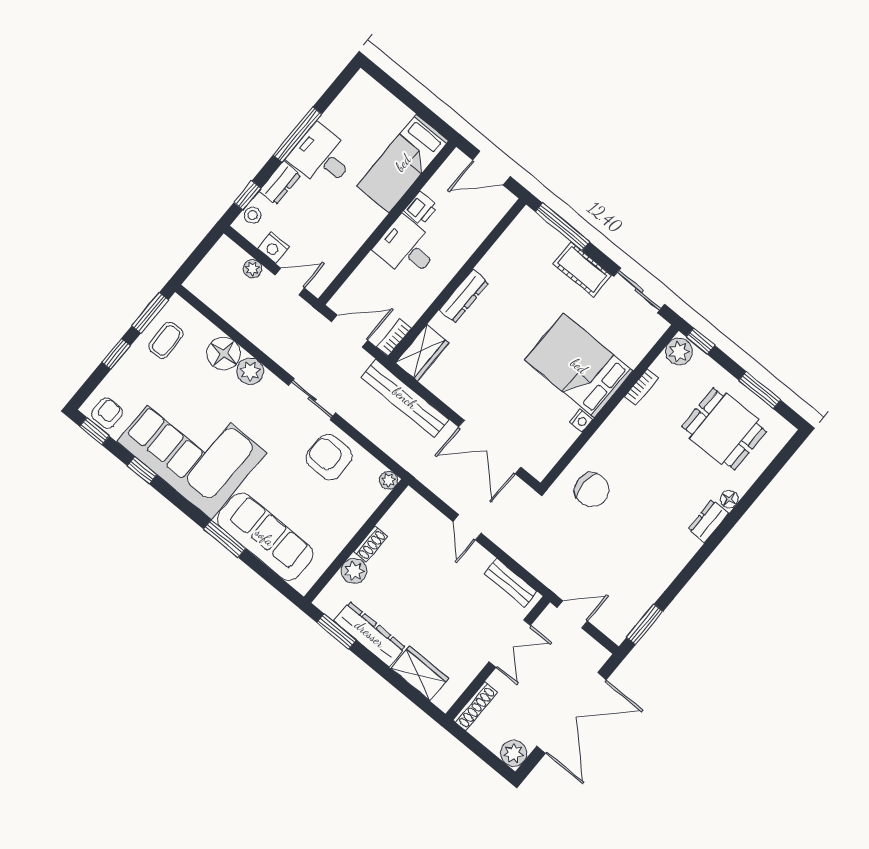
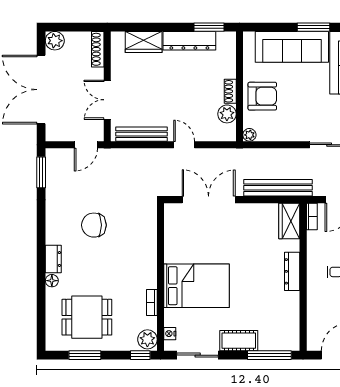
nightstand: (581, 421) -> (170, 334), moved
armchair: (329, 457) -> (262, 96), moved
chair: (592, 490) -> (94, 225), moved
plant: (354, 571) -> (227, 114), moved
bench: (511, 583) -> (141, 134), width x1.36

